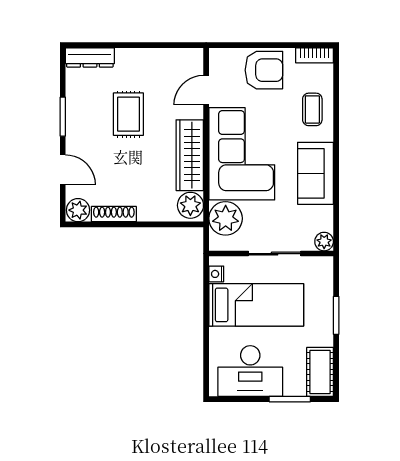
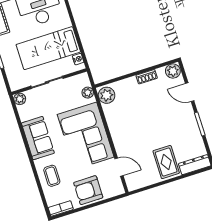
door: (206, 90) -> (119, 167), hinge flipped
rug: (128, 114) -> (166, 162), moved
wardrobe: (190, 155) -> (116, 125), removed
shoe rack: (114, 214) -> (147, 77), width x0.70
plant: (226, 218) -> (88, 93), width x0.53, depth x0.53

